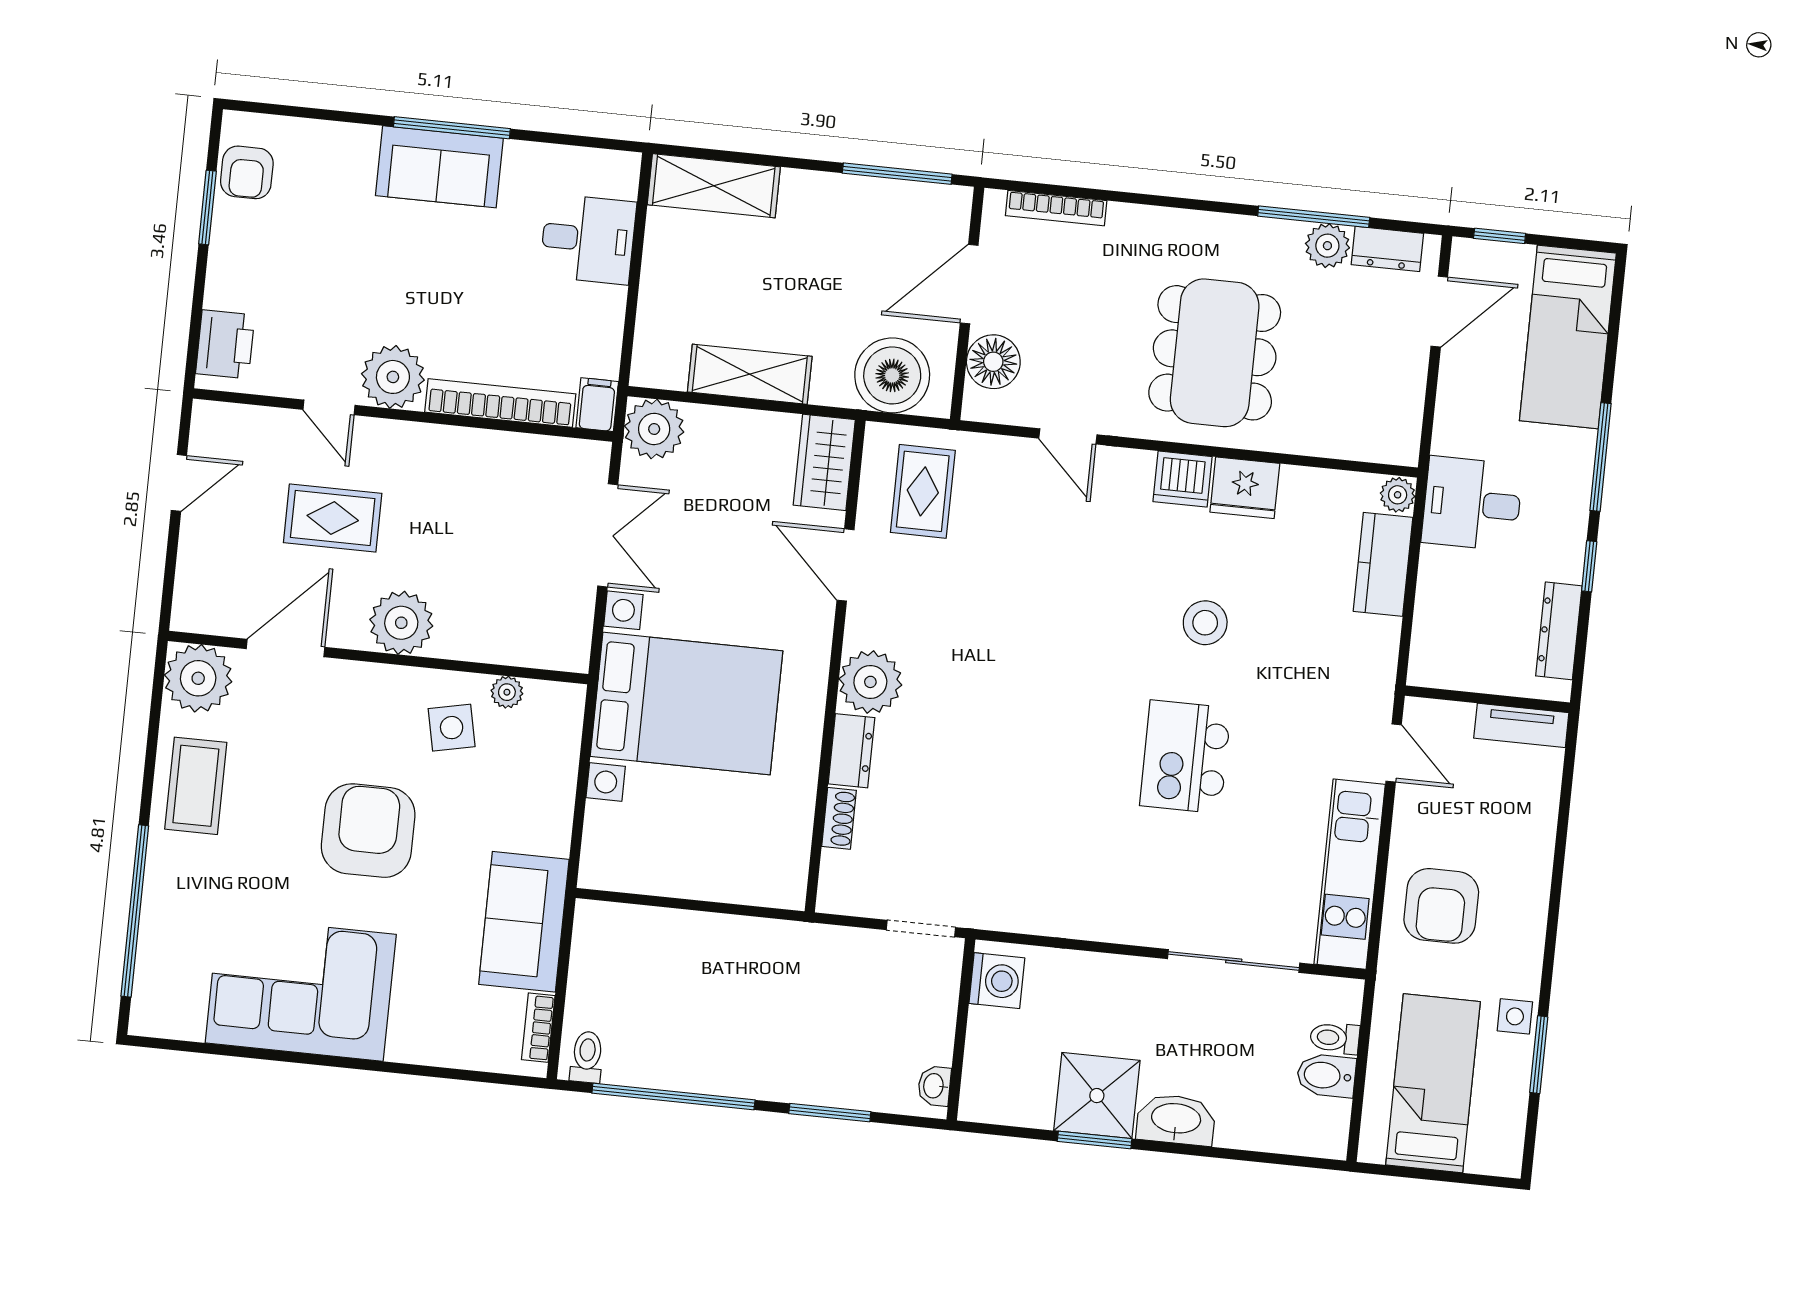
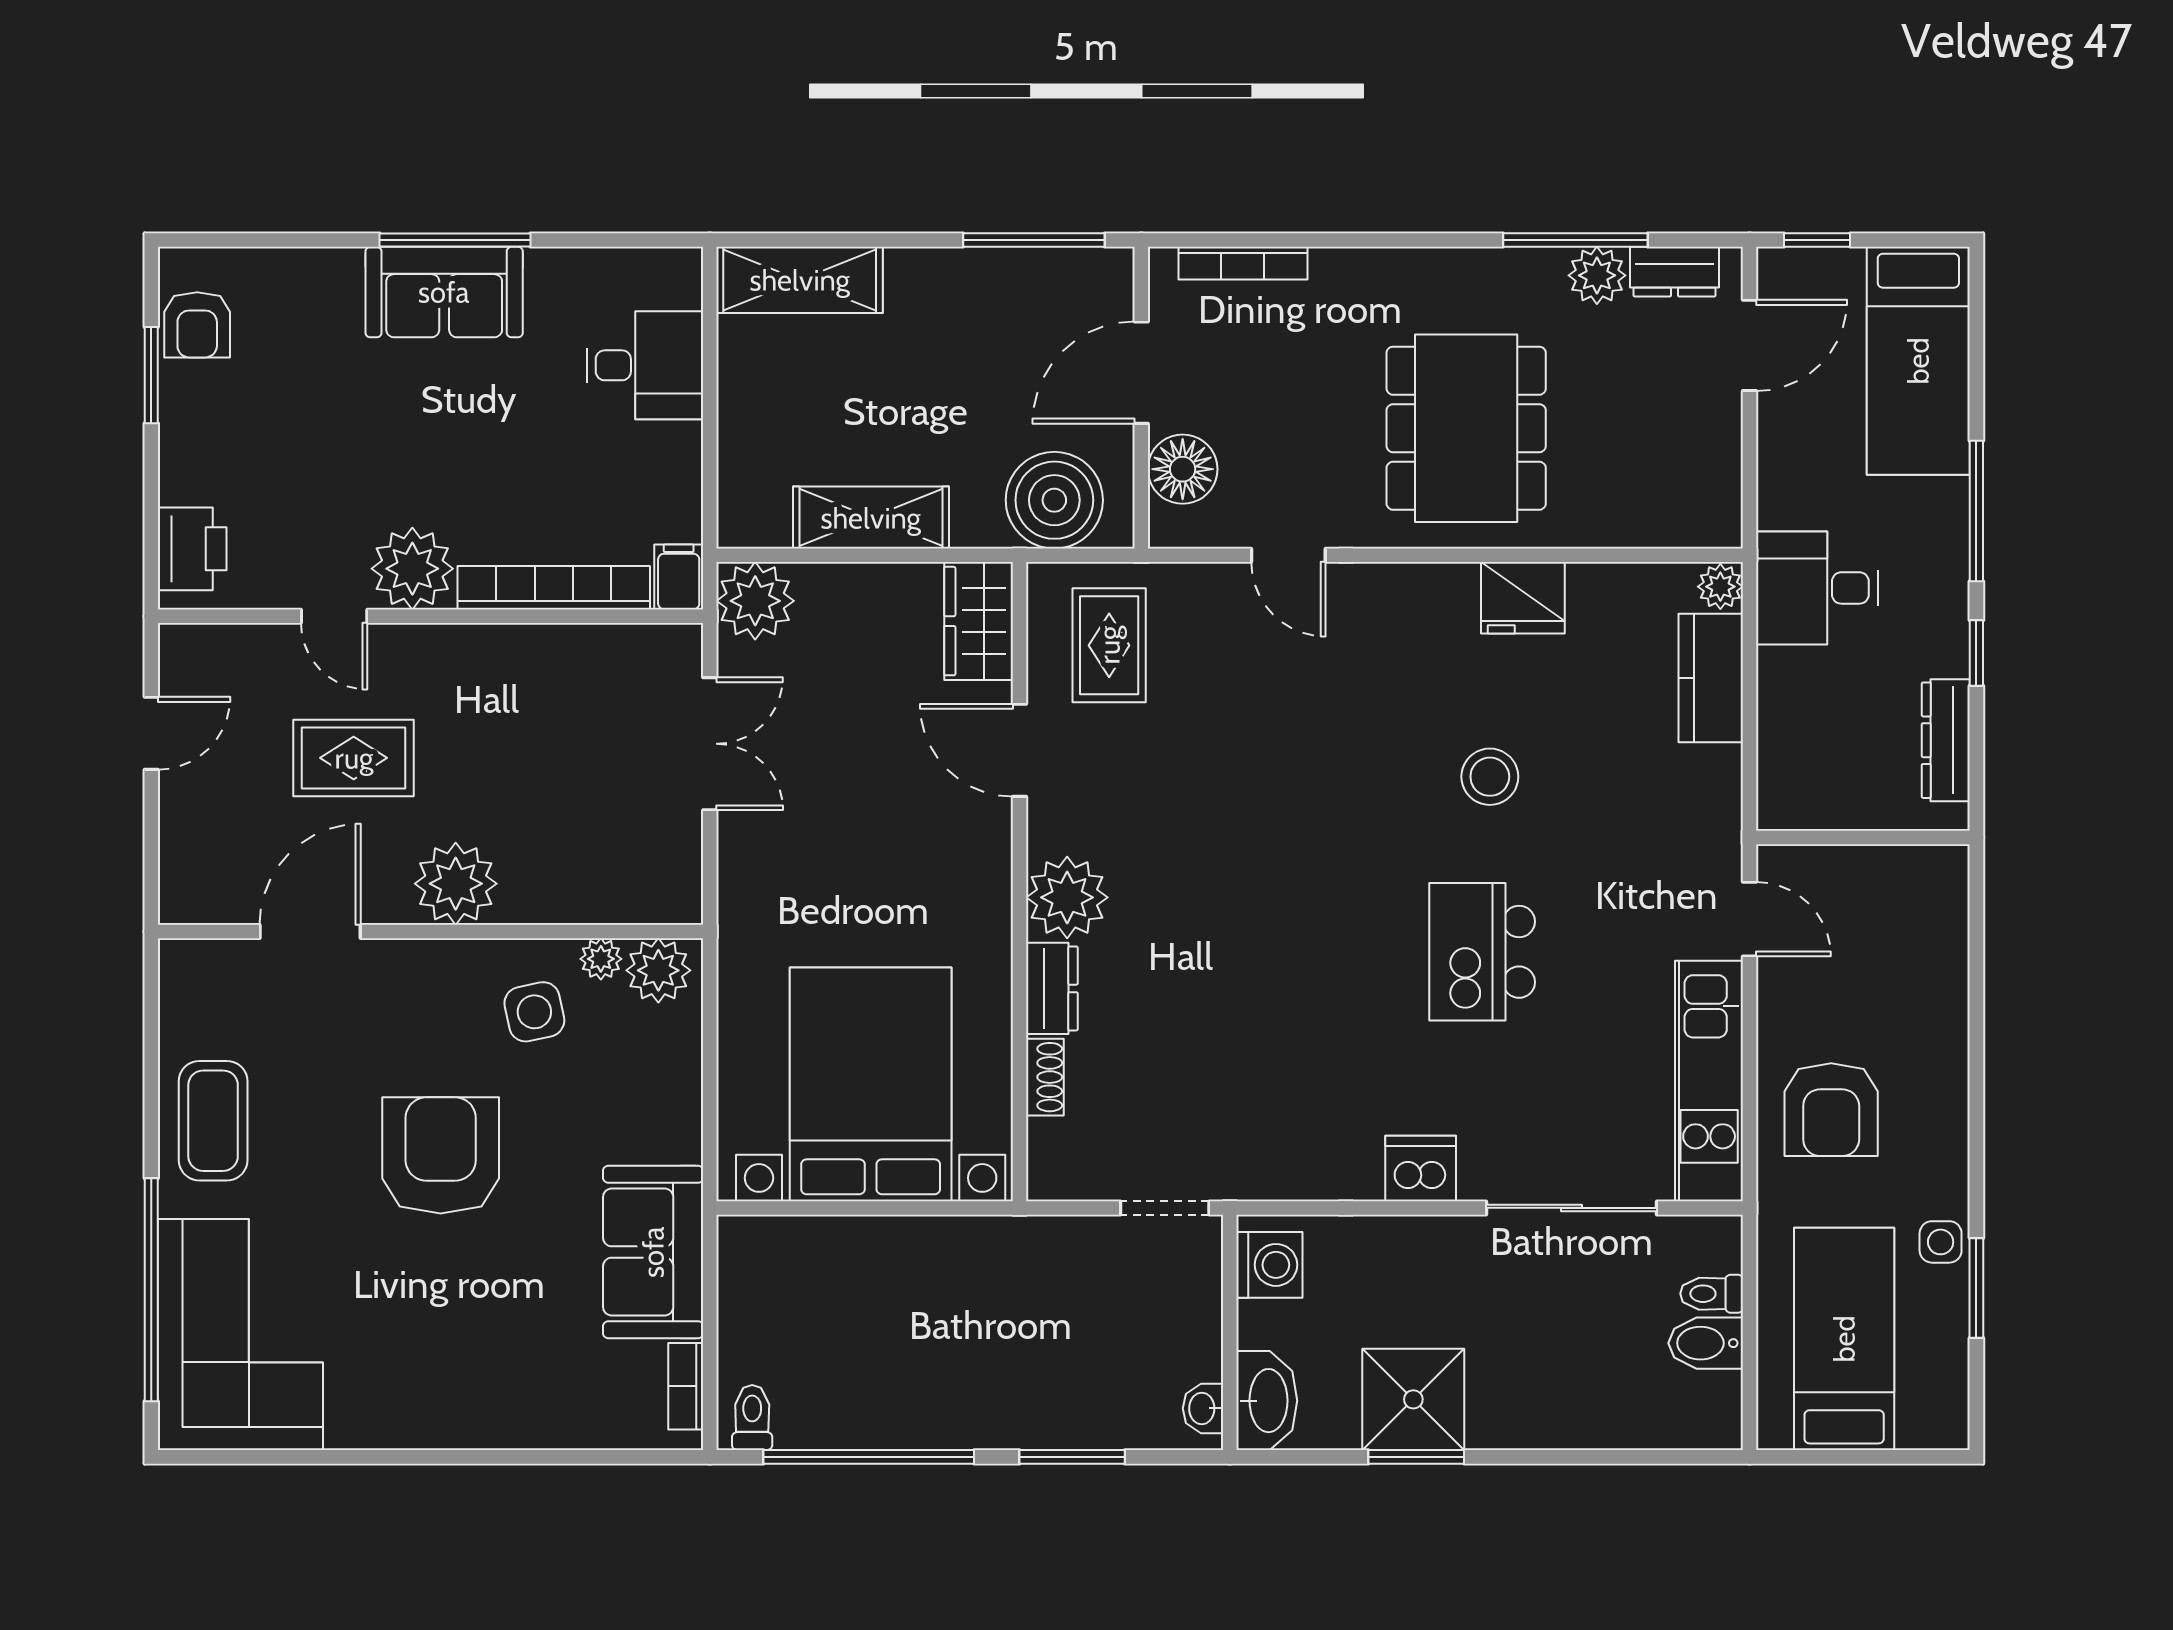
dishwasher: (1183, 479) -> (1421, 1168), moved, turned 180
plant: (198, 678) -> (658, 970), moved, width x0.73, depth x0.73
bed with nightstands: (686, 704) -> (871, 1084), moved, turned -90
tv unit: (1521, 725) -> (1910, 867), removed
corner sofa: (301, 989) -> (240, 1335), moved, turned 90
washbasin: (1176, 1120) -> (1267, 1401), moved, turned 90

